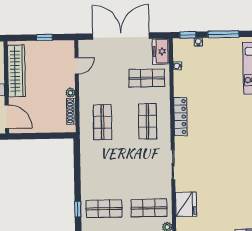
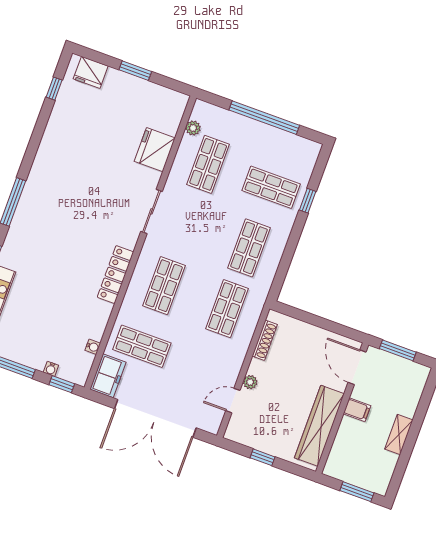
plant: (70, 93) -> (250, 382), moved
shop shelf: (103, 165) -> (249, 248), added
shop shelf: (149, 208) -> (208, 164), turned 90

